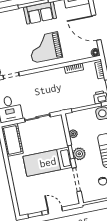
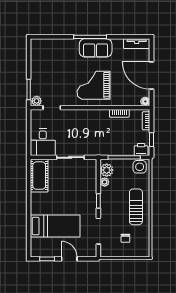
plant: (79, 154) -> (107, 170), moved
bed: (48, 162) -> (55, 226), moved, turned 180

